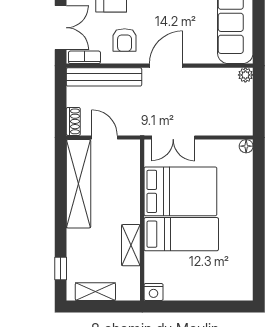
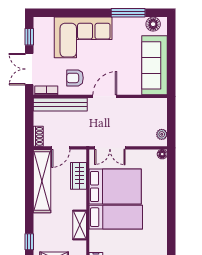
double door: (61, 28) -> (29, 69), swing flipped
armchair: (125, 40) -> (75, 78), turned 90
plant: (245, 75) -> (162, 134), moved
door: (105, 137) -> (61, 148), swing flipped
wardrobe: (129, 177) -> (78, 176), added

